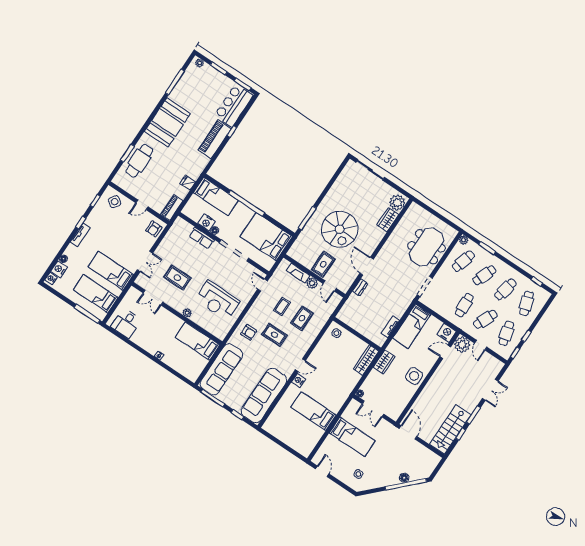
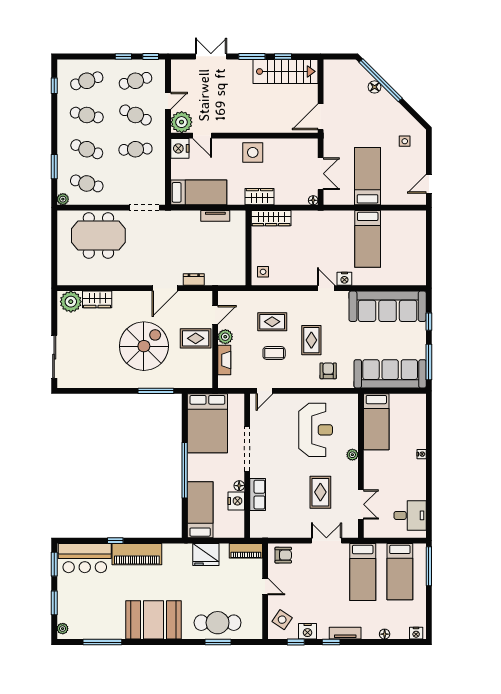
fridge: (188, 183) -> (206, 555), width x1.88, depth x1.34
nightstand: (59, 269) -> (308, 631), moved

